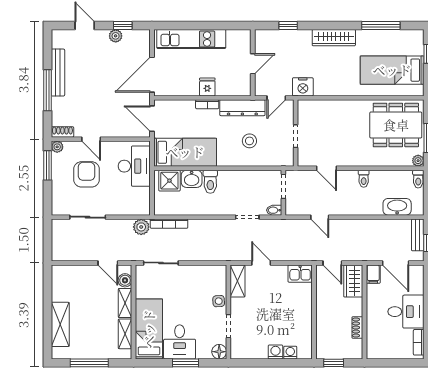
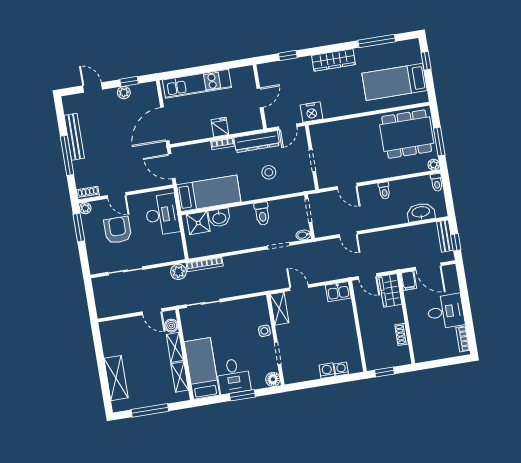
toilet: (210, 182) -> (262, 214), moved

